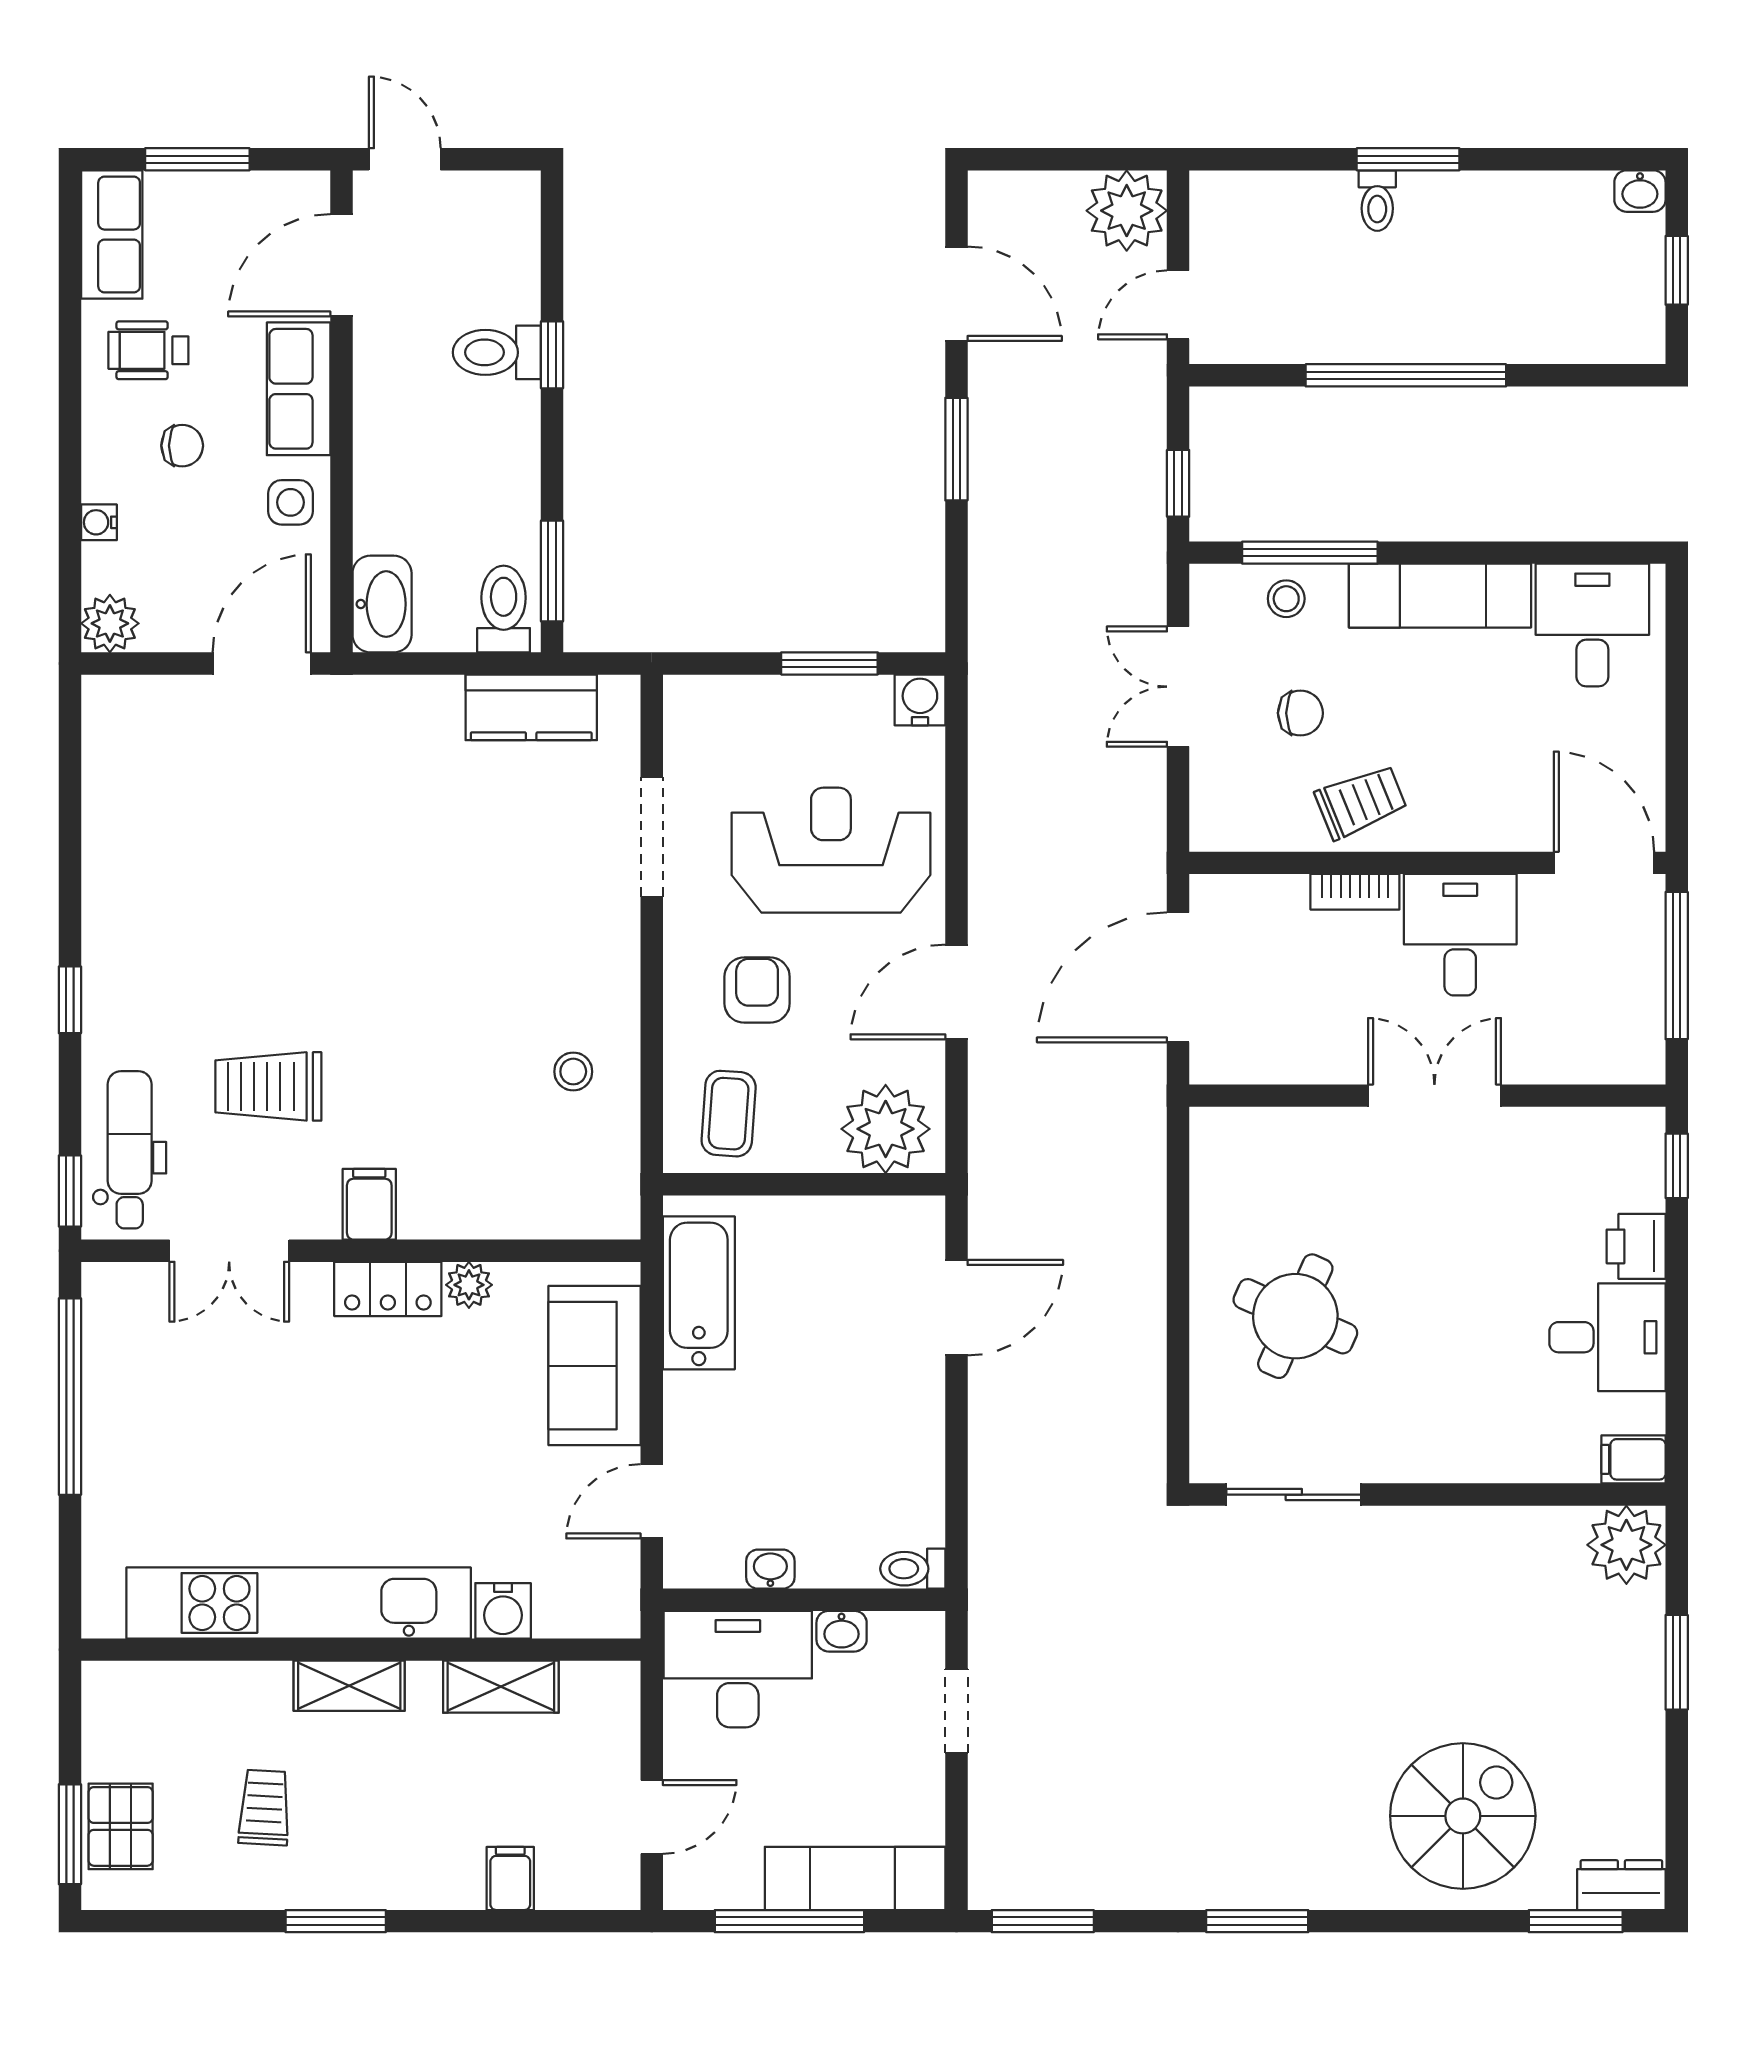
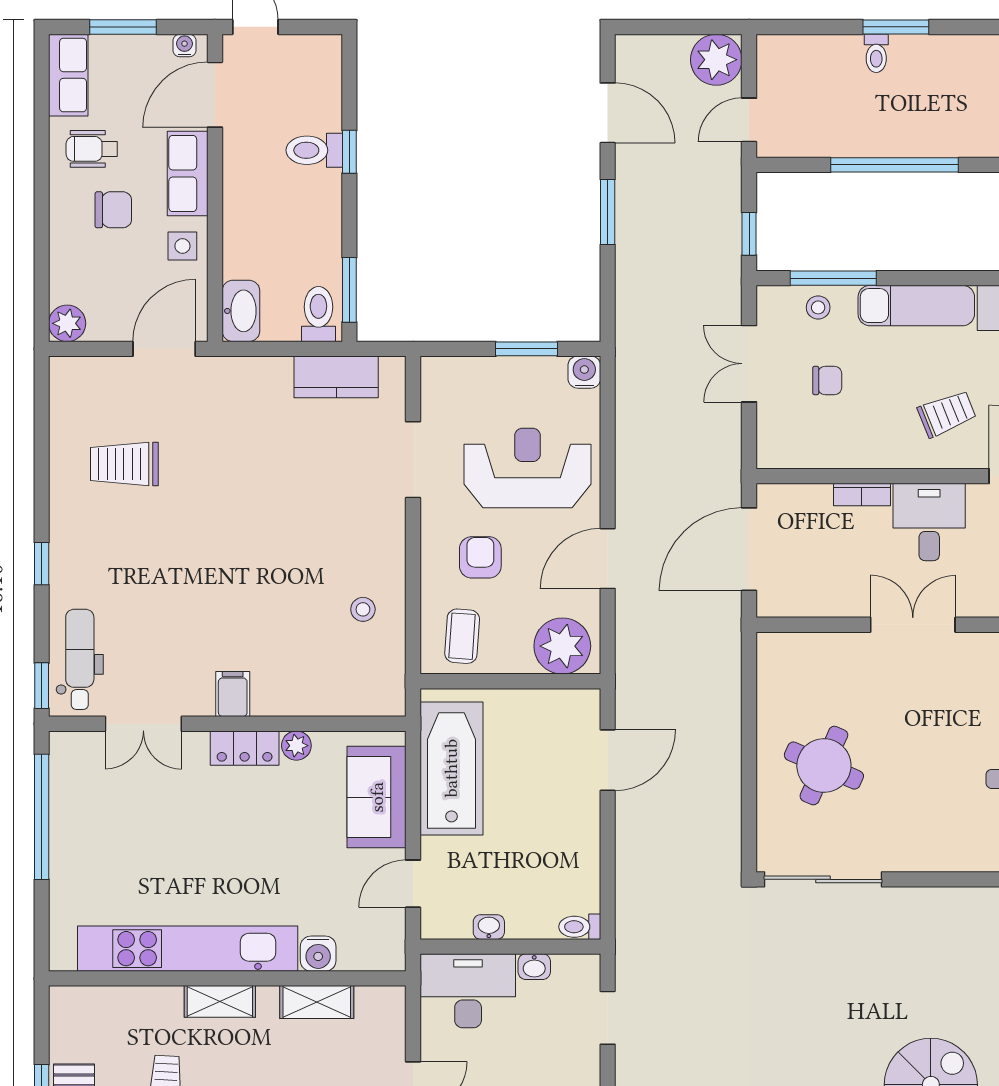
chair: (182, 446) -> (113, 210), width x1.37, depth x1.37
water cooler: (99, 522) -> (185, 45), moved, turned 90
trolley: (1361, 802) -> (947, 414), moved
trolley: (268, 1086) -> (124, 464), moved
bathtub: (699, 1293) -> (451, 768), width x1.36, depth x1.36
sliding door: (1294, 1495) -> (823, 879), width x1.37

